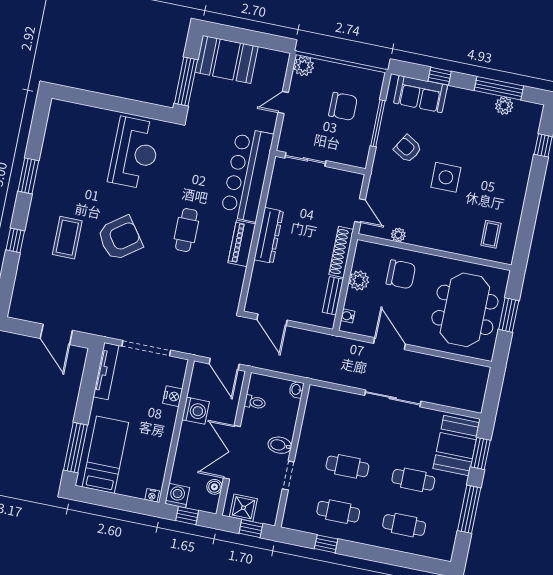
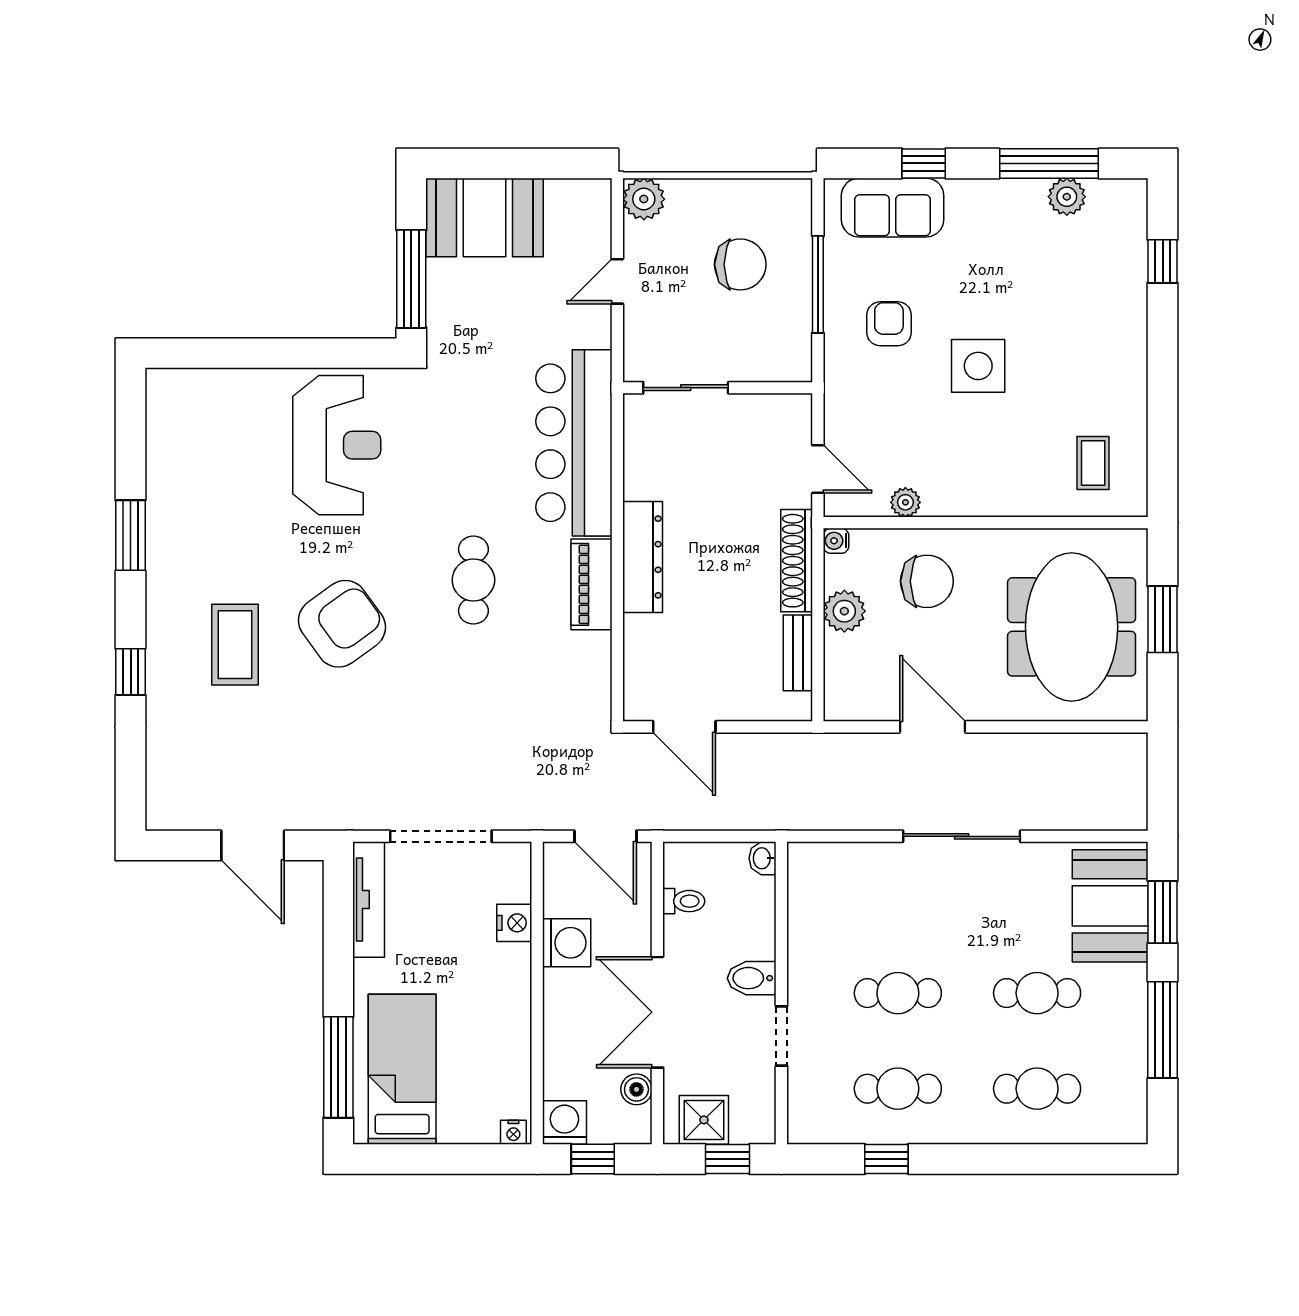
armchair: (408, 149) -> (889, 324), turned 59
water cooler: (348, 316) -> (836, 541), moved

